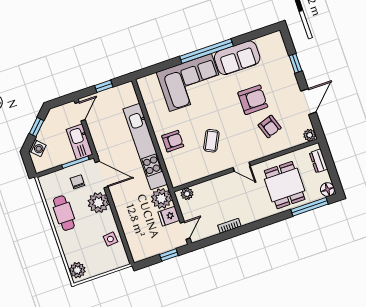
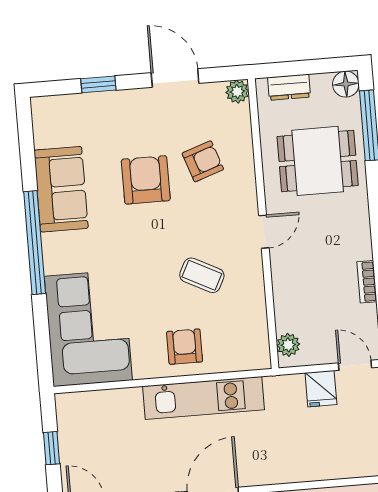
corner sofa: (190, 82) -> (88, 328), moved
kitchen unit: (145, 147) -> (203, 398), width x0.73
plant: (161, 198) -> (285, 394), removed

